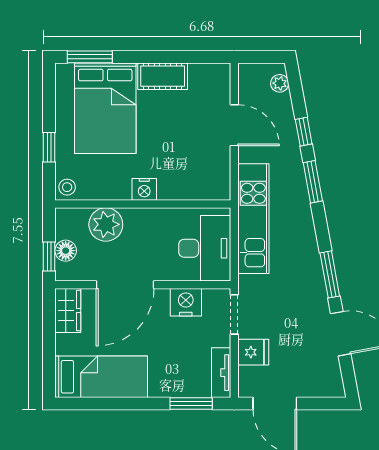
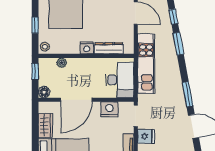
dresser: (185, 190) -> (109, 48), added
plant: (106, 224) -> (62, 63), width x0.53, depth x0.53
floor lamp: (66, 251) -> (44, 92), moved
window: (49, 256) -> (35, 71), moved
wardrobe: (68, 311) -> (45, 125), moved

